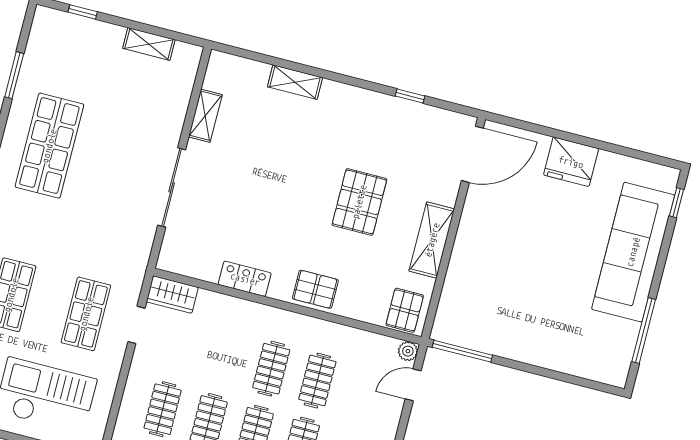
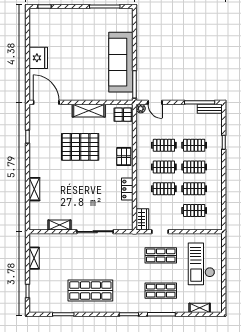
pallet: (359, 202) -> (80, 147), width x1.37, depth x1.41
sofa: (633, 252) -> (121, 62), moved, turned 90
clothes rail: (225, 357) -> (164, 189), added

